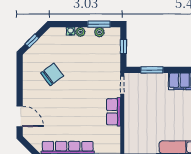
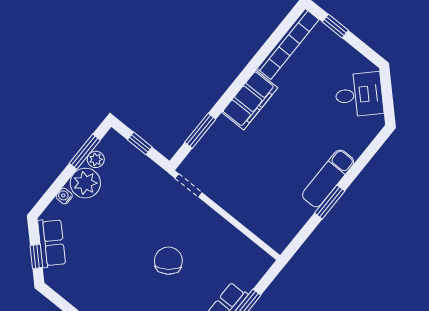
plant: (80, 32) -> (85, 183), width x1.87, depth x1.87
chair: (52, 74) -> (168, 261), moved
row of seats: (114, 112) -> (52, 243), moved, turned -135

